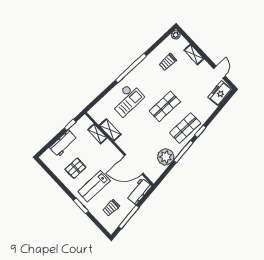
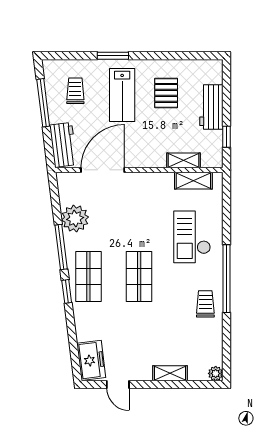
trolley: (168, 62) -> (205, 304), moved
shelving: (110, 130) -> (193, 181), moved
lab bench: (94, 186) -> (122, 95), turned 180

